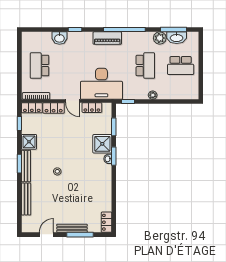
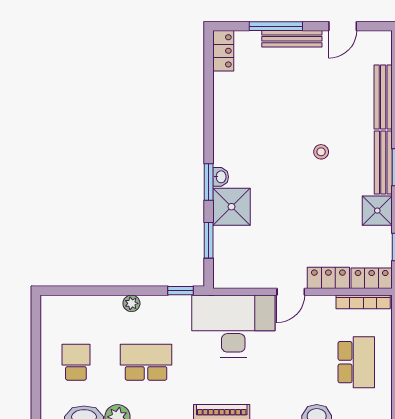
school desk: (145, 66) -> (146, 362), turned 90
school desk: (181, 66) -> (76, 362), width x0.54
door: (73, 101) -> (291, 292), swing flipped
locker: (92, 108) -> (252, 279), removed

